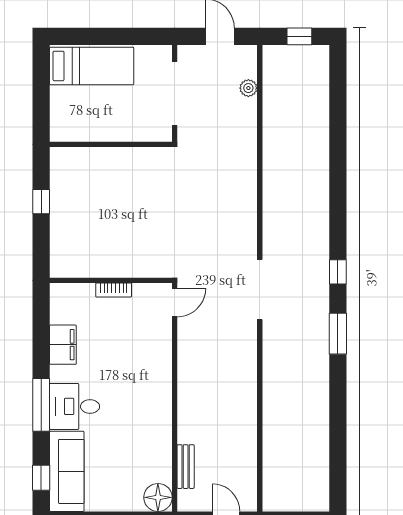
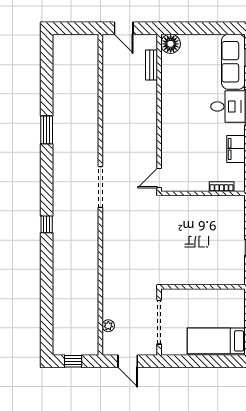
window: (338, 272) -> (47, 224), moved
bookcase: (114, 290) -> (222, 187), moved
window: (338, 334) -> (47, 130), moved

